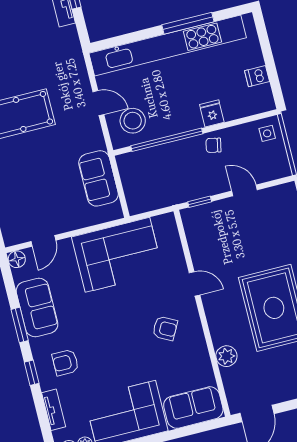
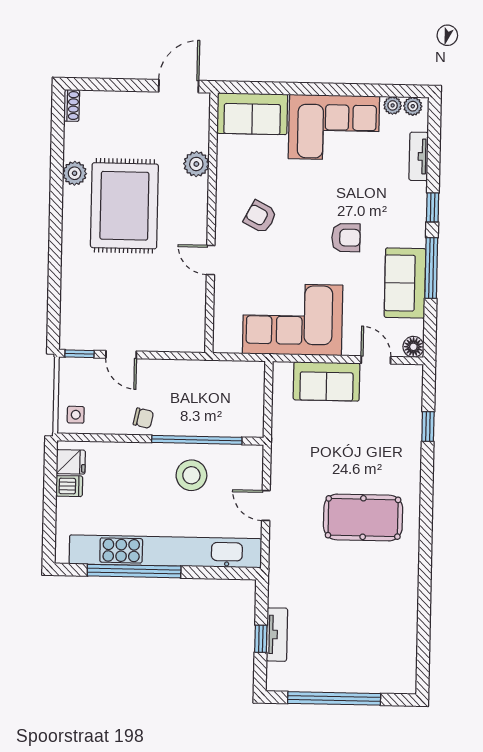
window: (188, 23) -> (134, 571), width x1.46
fridge: (212, 113) -> (71, 462), moved, turned -90
stool: (133, 121) -> (191, 475), moved
sofa: (98, 178) -> (327, 381), moved, turned 90
window: (200, 202) -> (79, 354), moved
door: (43, 241) -> (376, 360), hinge flipped
window: (20, 325) -> (431, 268), width x1.44
armchair: (65, 362) -> (346, 238), moved

